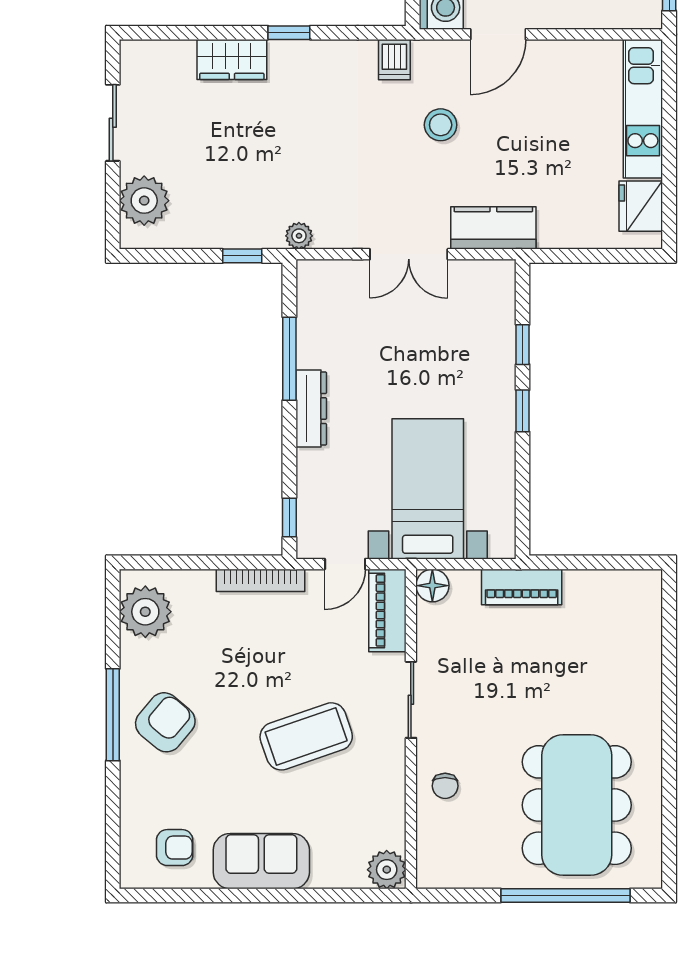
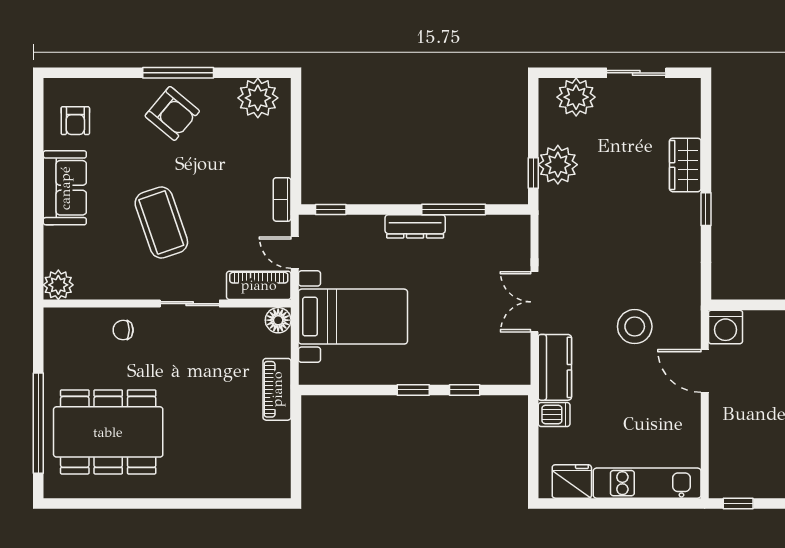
dishwasher: (394, 60) -> (554, 415), moved, turned 180
stool: (441, 125) -> (635, 327), width x1.38, depth x1.38
plant: (299, 236) -> (558, 165), moved, width x1.88, depth x1.88
bookcase: (261, 580) -> (282, 199), width x0.64

